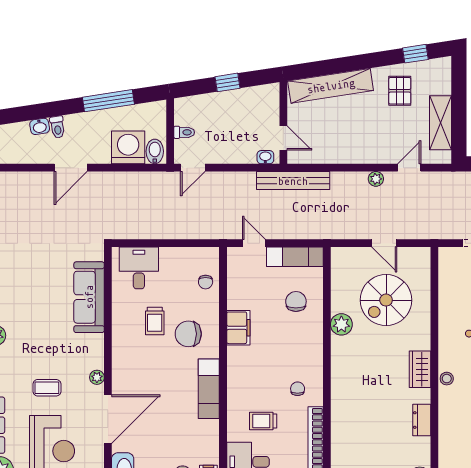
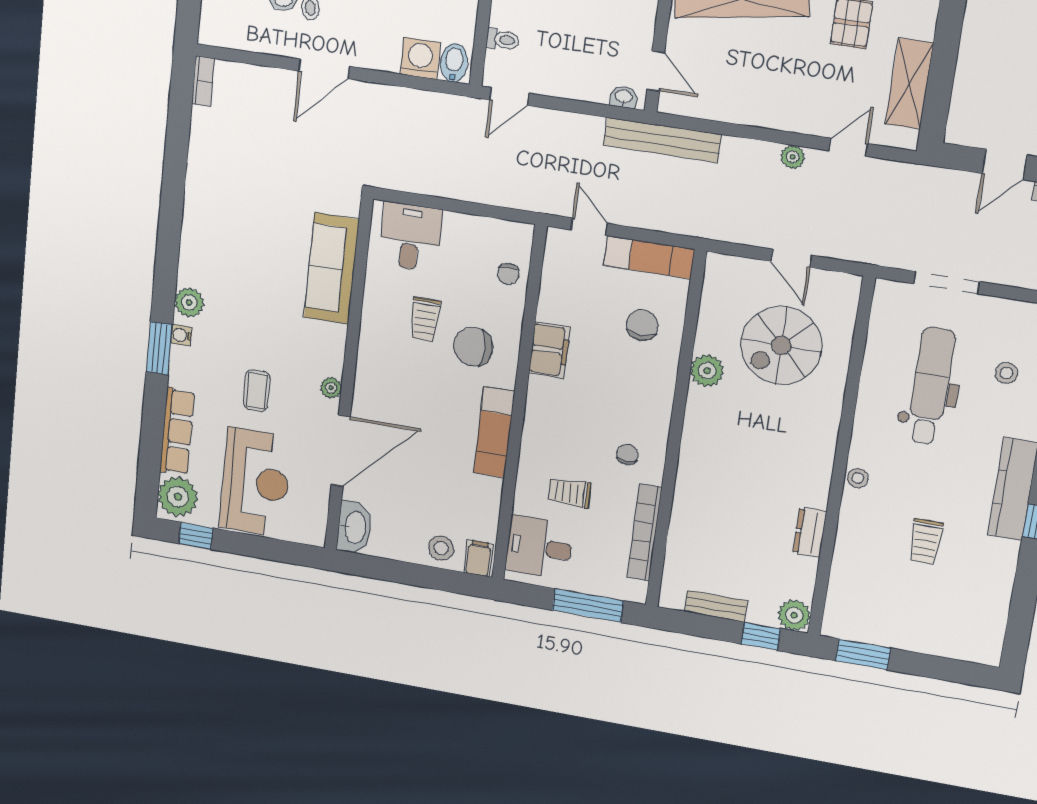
washing machine: (128, 147) -> (420, 58), width x0.73, depth x0.73
wardrobe: (420, 369) -> (818, 457), removed
coffee table: (47, 388) -> (257, 391), turned 90

